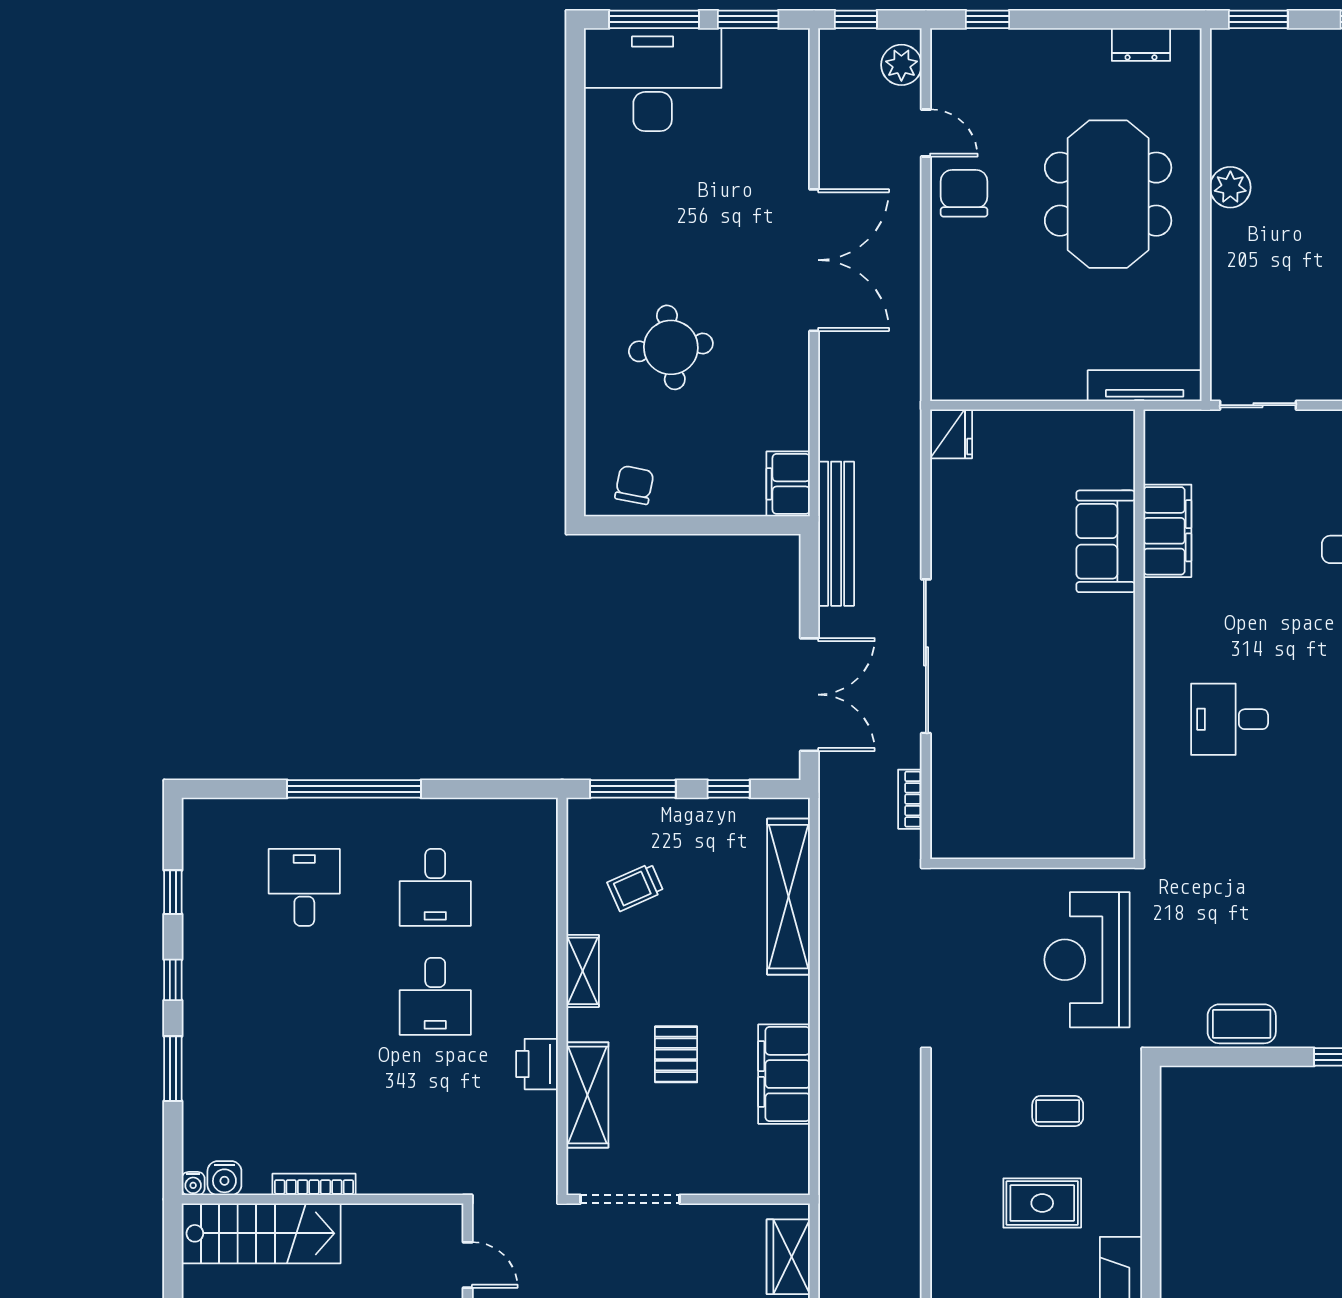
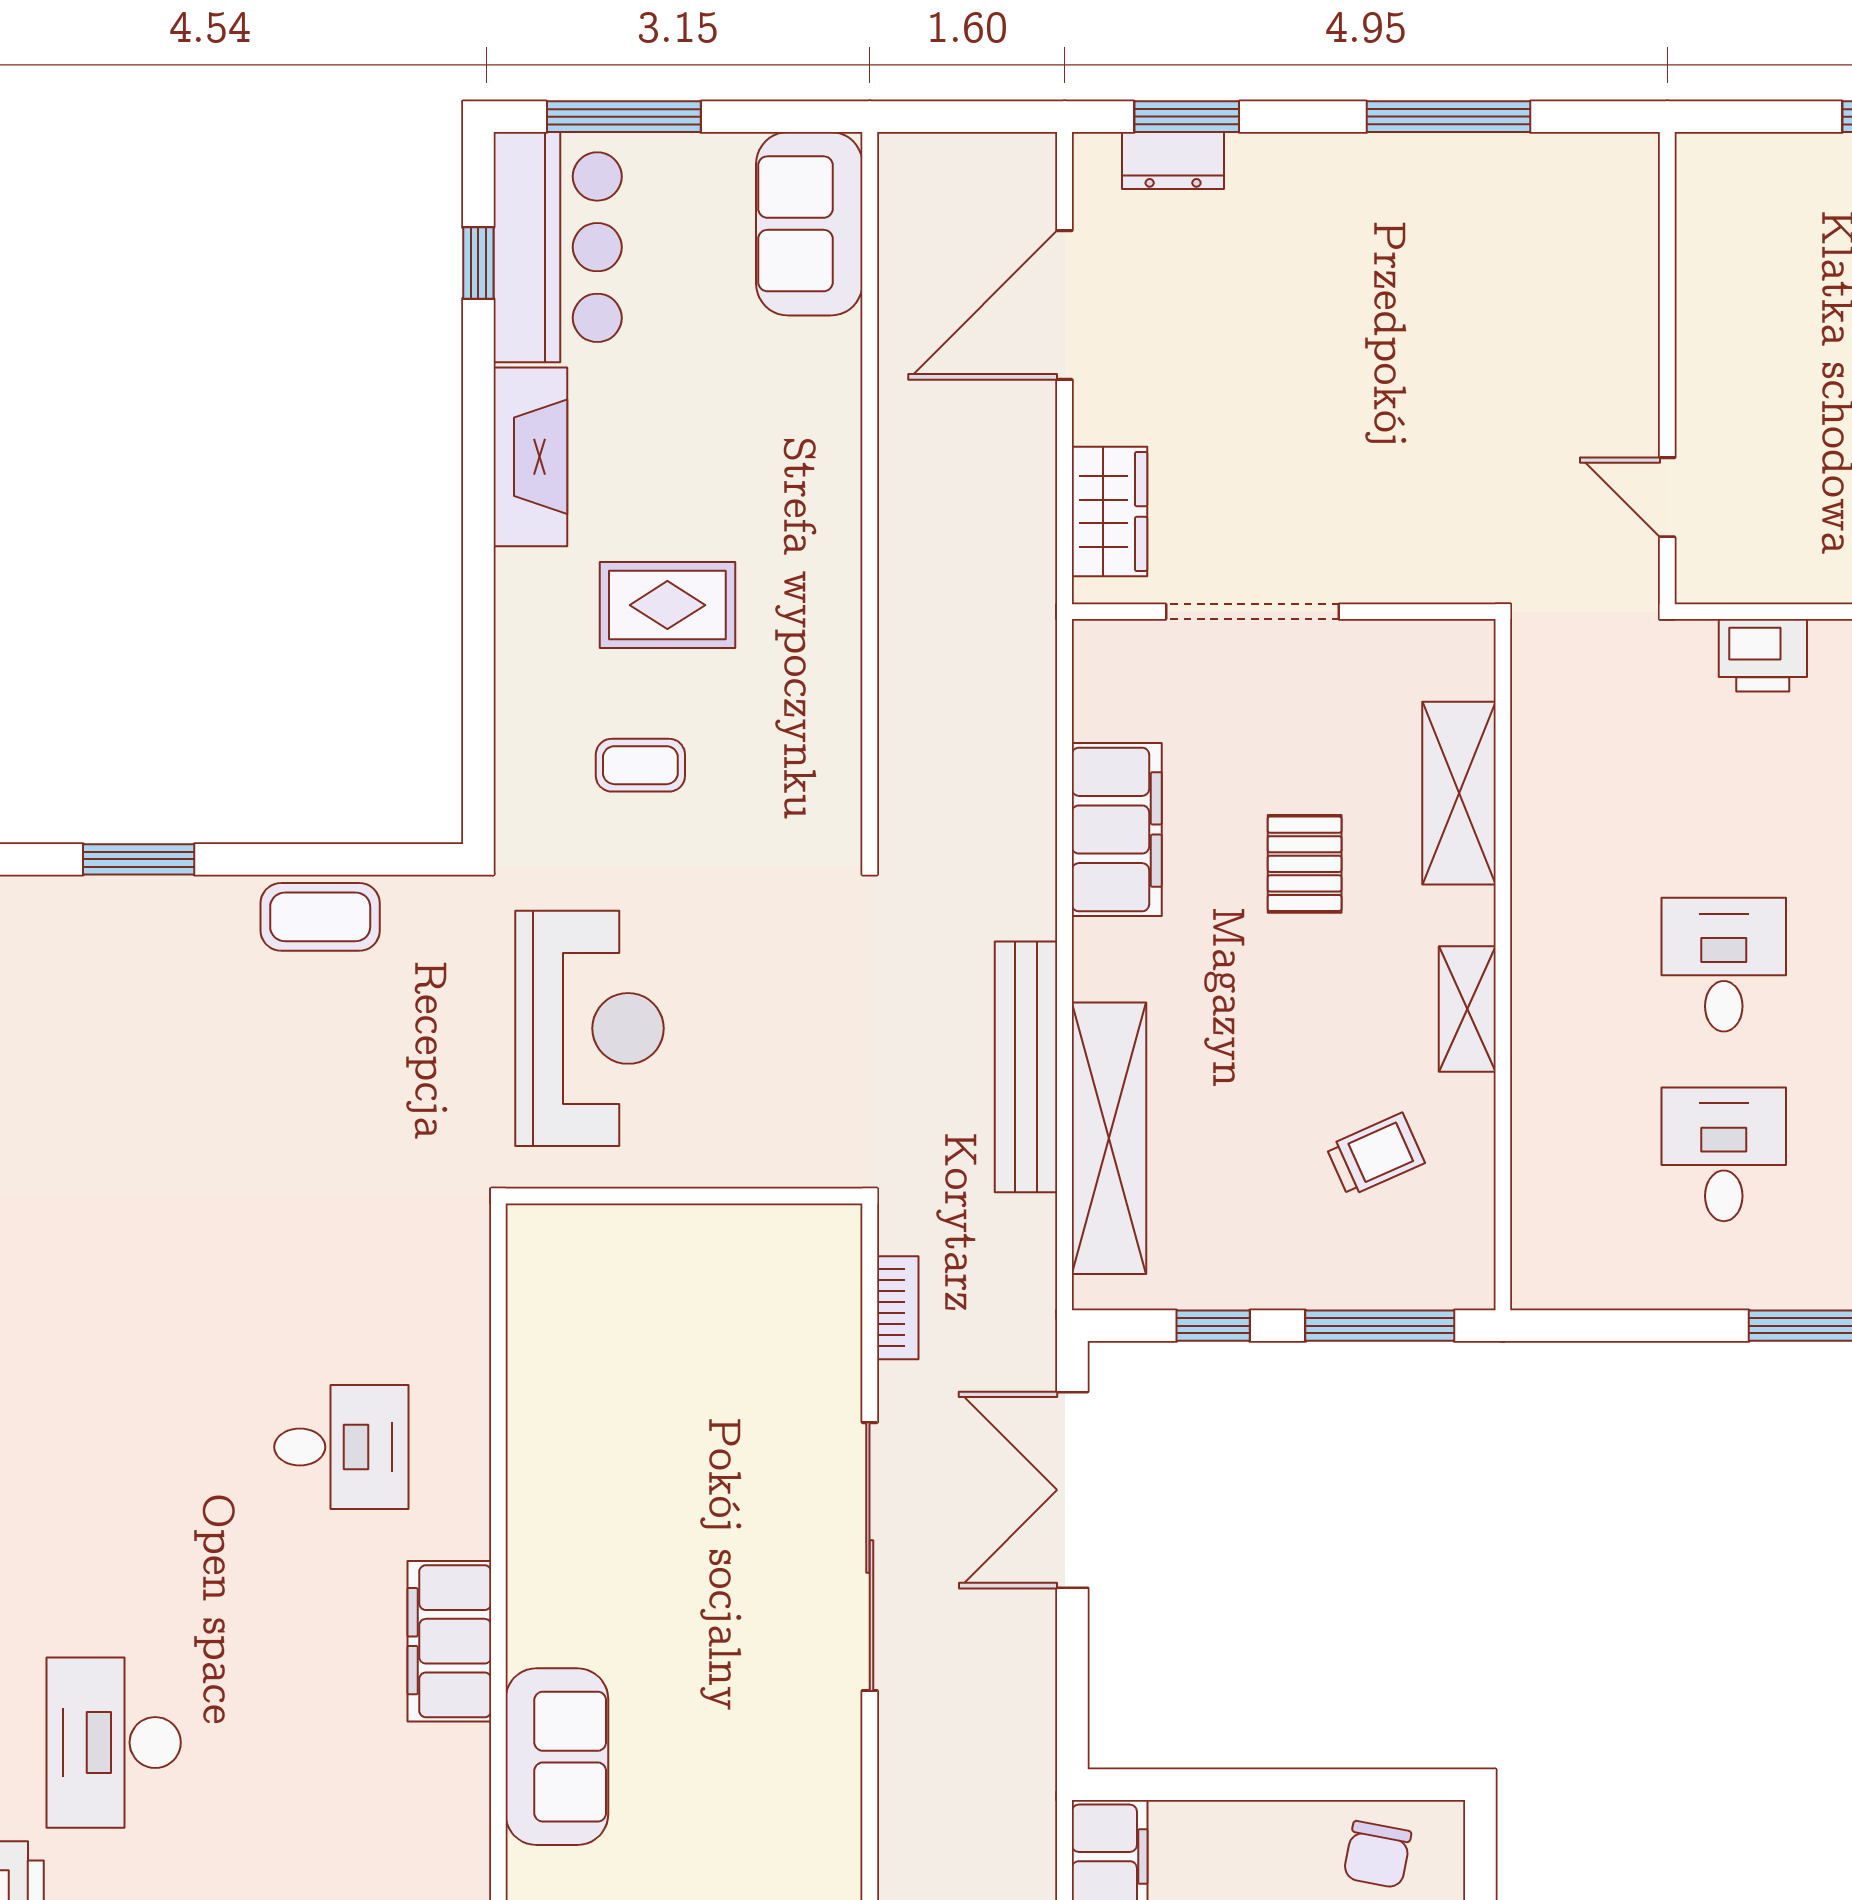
filing cabinet: (1167, 531) -> (449, 1641), moved
bench: (836, 534) -> (1026, 1067), moved
printer: (537, 1064) -> (1763, 655), moved, turned 90
doorway: (630, 1199) -> (1252, 612), moved

